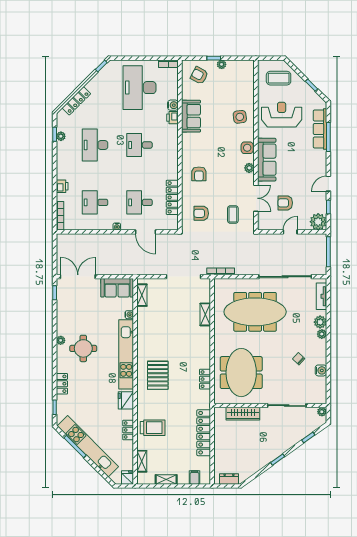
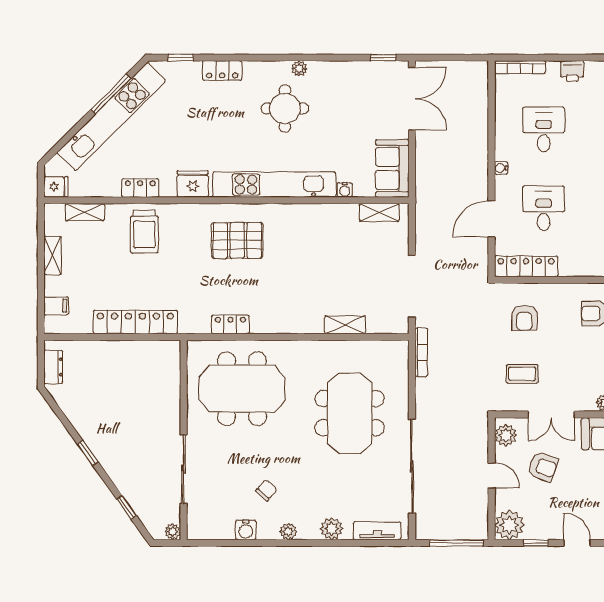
locker: (172, 197) -> (526, 266), moved
armchair: (285, 203) -> (543, 467), turned 109
armchair: (201, 213) -> (524, 318), turned 180
plant: (268, 224) -> (506, 435), added
meeting table: (255, 312) -> (350, 413), width x0.73
plant: (322, 334) -> (288, 531), moved
wardrobe: (243, 414) -> (169, 391), removed

